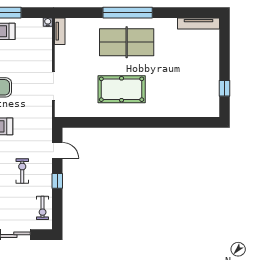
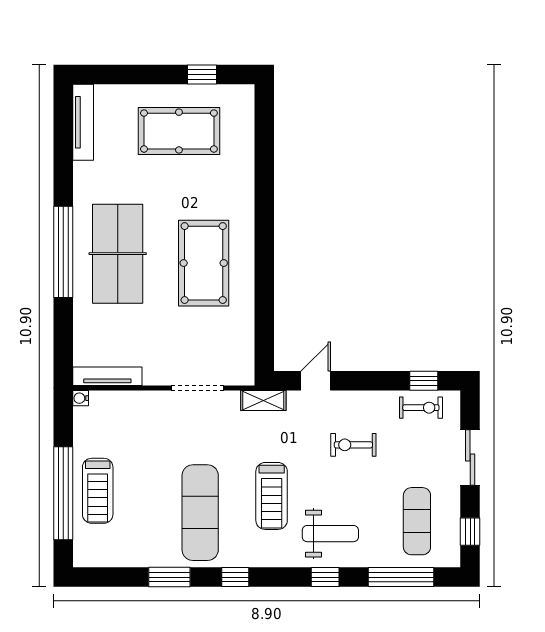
tv unit: (60, 31) -> (107, 376), width x1.41
pool table: (194, 76) -> (179, 131), added
shelving: (46, 122) -> (263, 400), added
window: (57, 181) -> (424, 381), moved

